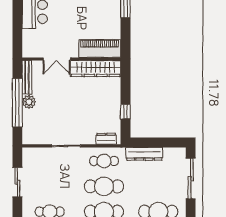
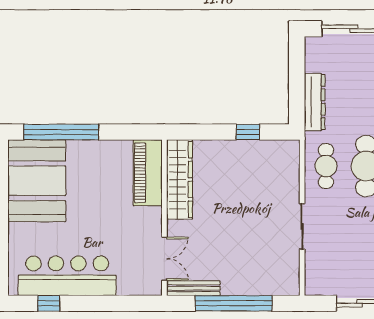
double door: (57, 59) -> (164, 259), moved
plant: (29, 102) -> (232, 285), removed
dresser: (106, 139) -> (291, 163), removed

